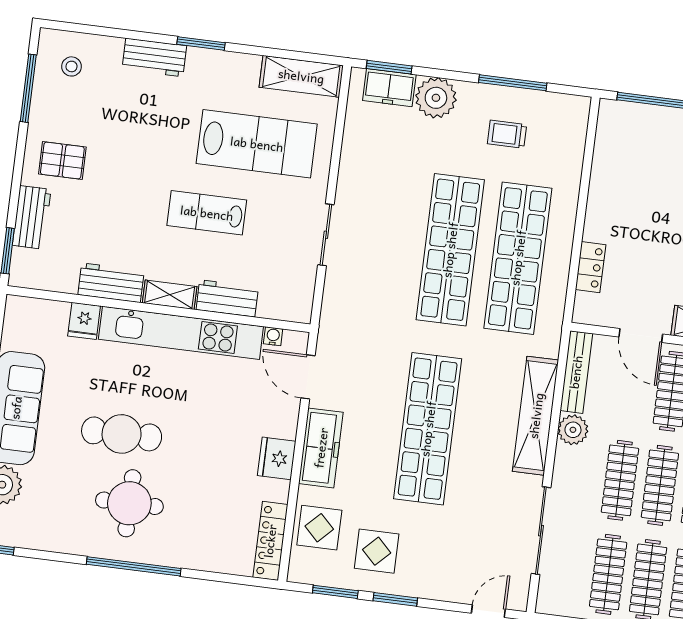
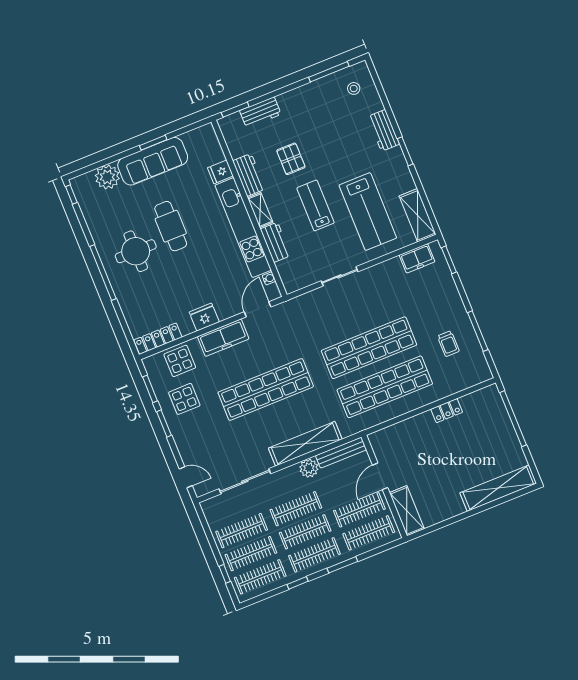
freezer: (389, 88) -> (417, 258), moved, turned -90
plant: (436, 98) -> (447, 294), removed
trolley: (507, 134) -> (448, 344), turned 180
pallet: (62, 161) -> (291, 159), moved
locker: (591, 267) -> (447, 411), moved

